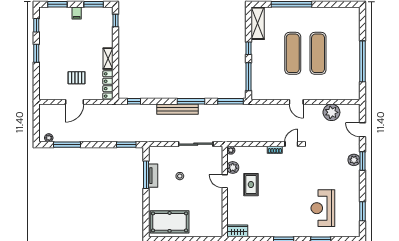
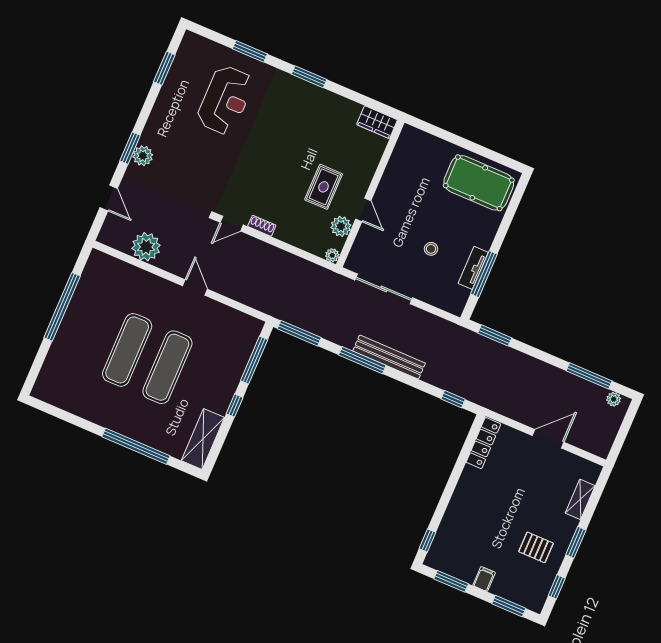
shelving: (108, 59) -> (580, 499), moved
pallet: (77, 78) -> (536, 547), moved

